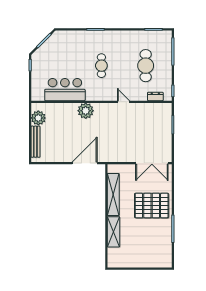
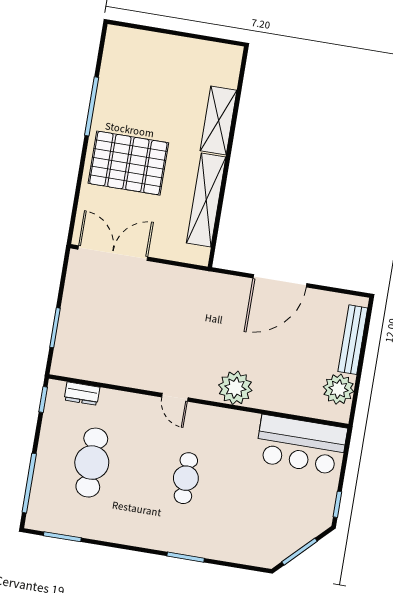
bar counter: (65, 90) -> (301, 445), moved
door: (124, 102) -> (175, 397), moved
door: (85, 163) -> (280, 281), moved

